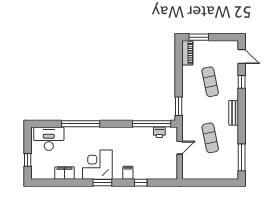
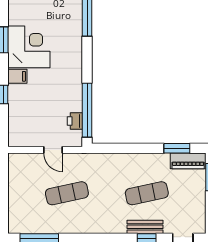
window: (179, 106) -> (177, 148), moved
bench: (234, 113) -> (145, 227), moved
corner desk: (97, 165) -> (29, 47), moved

